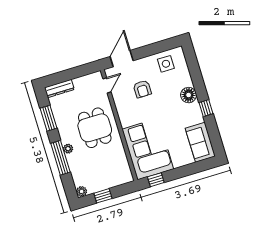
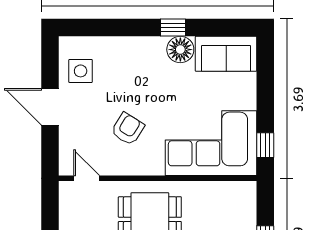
door: (122, 59) -> (50, 107), moved
armchair: (142, 89) -> (128, 129), moved, turned -58
floor lamp: (189, 95) -> (180, 50), moved

